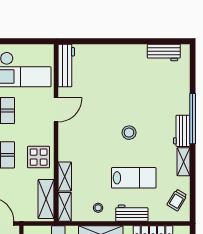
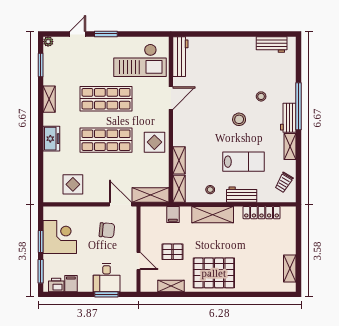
stool: (153, 108) -> (261, 96), added
shelving: (46, 199) -> (151, 195), moved, turned 90

